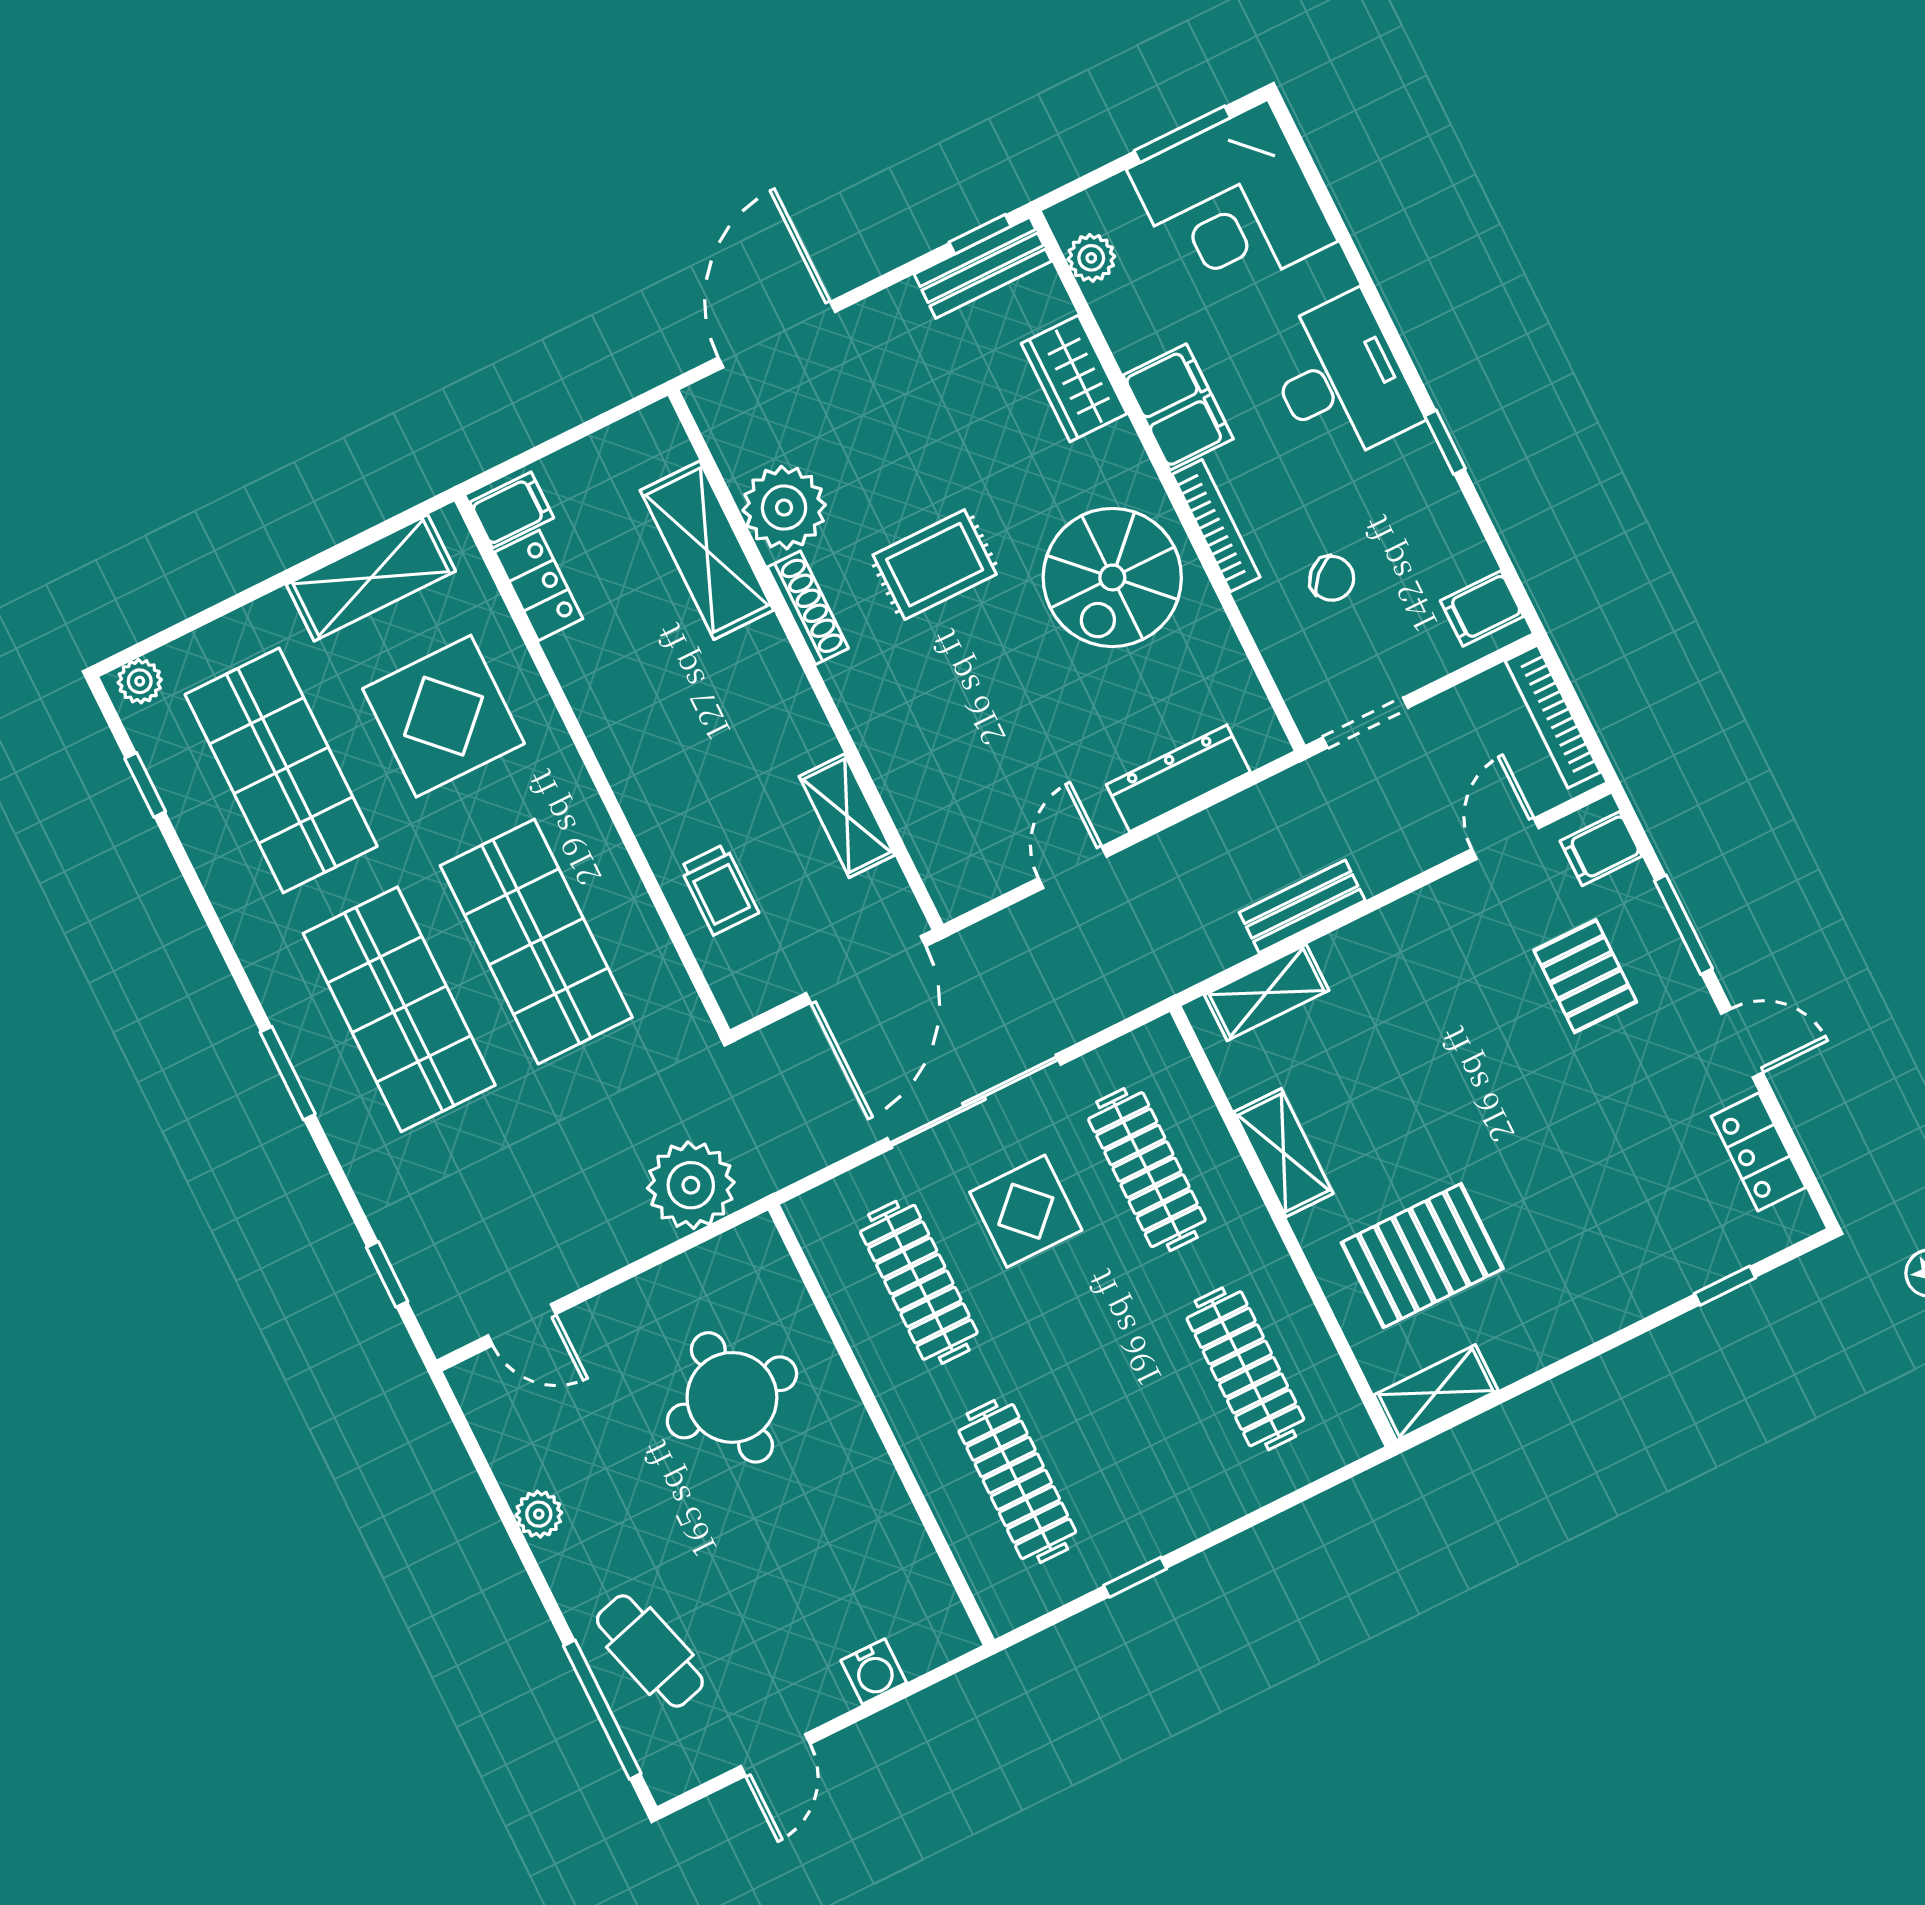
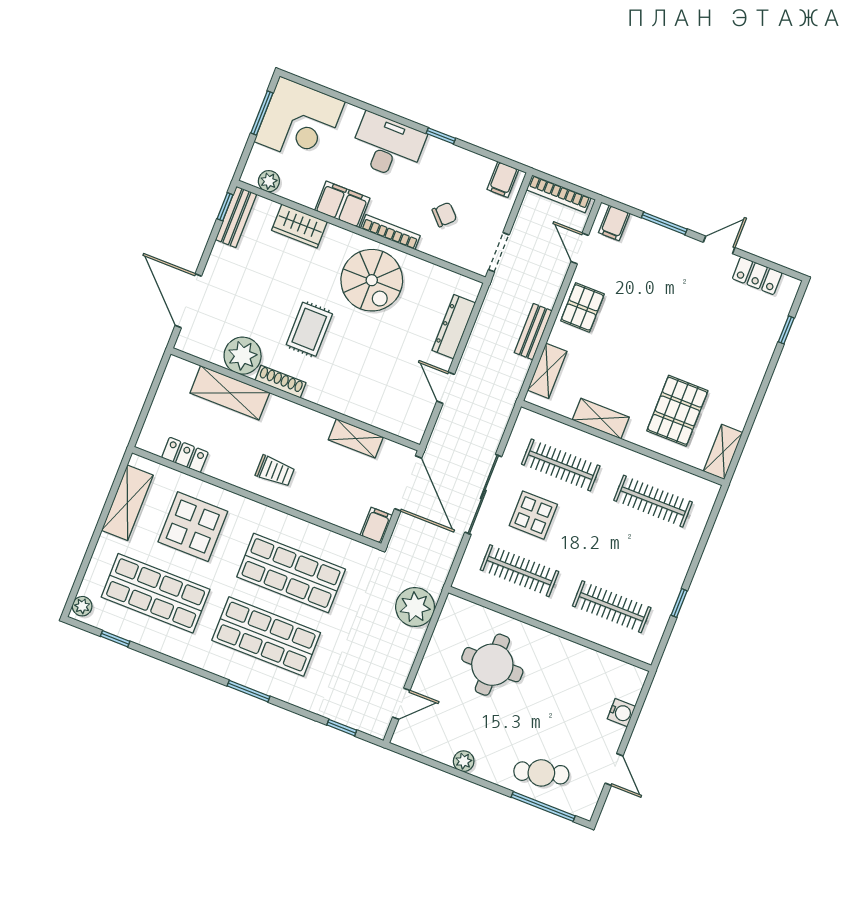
filing cabinet: (512, 510) -> (376, 525), moved
trolley: (719, 890) -> (275, 471), moved
pallet: (1585, 976) -> (582, 307), moved, turned 90

